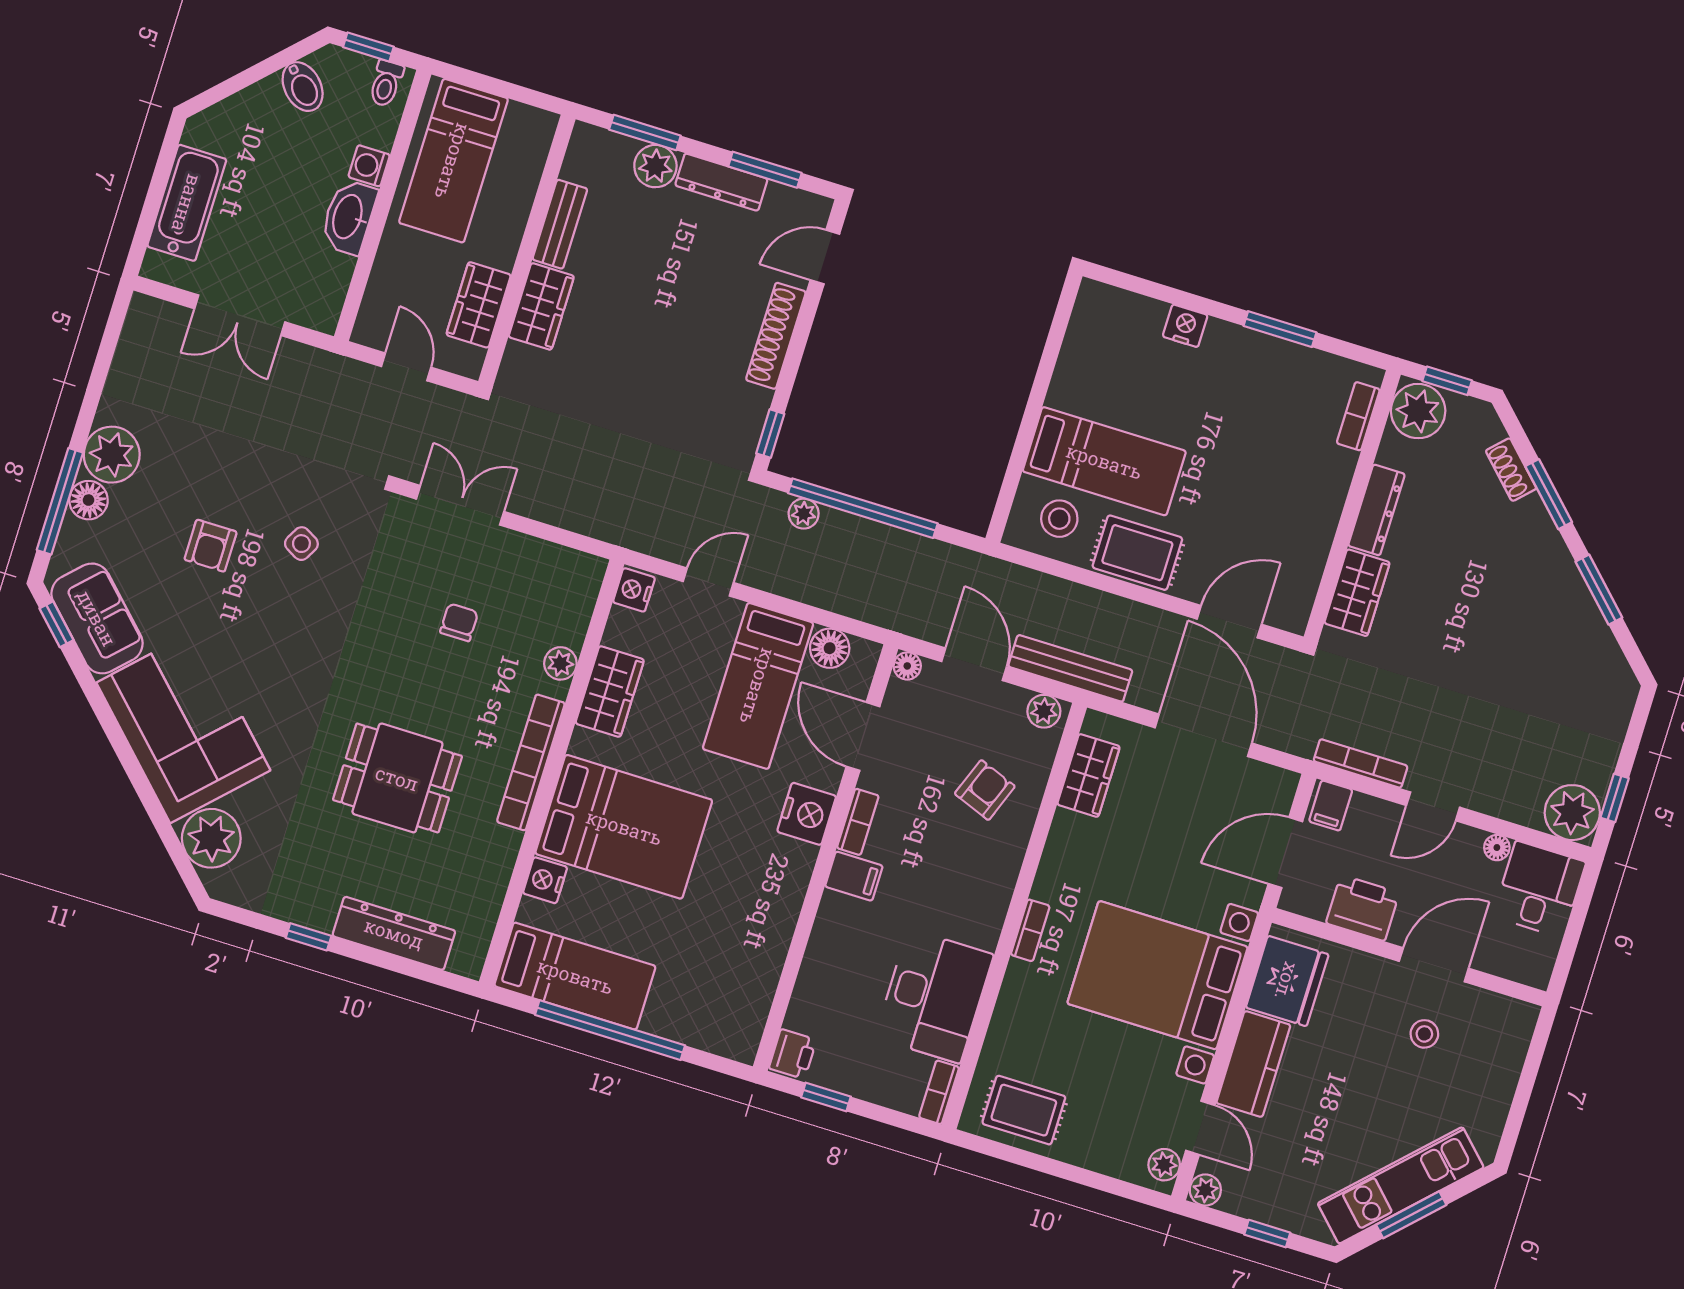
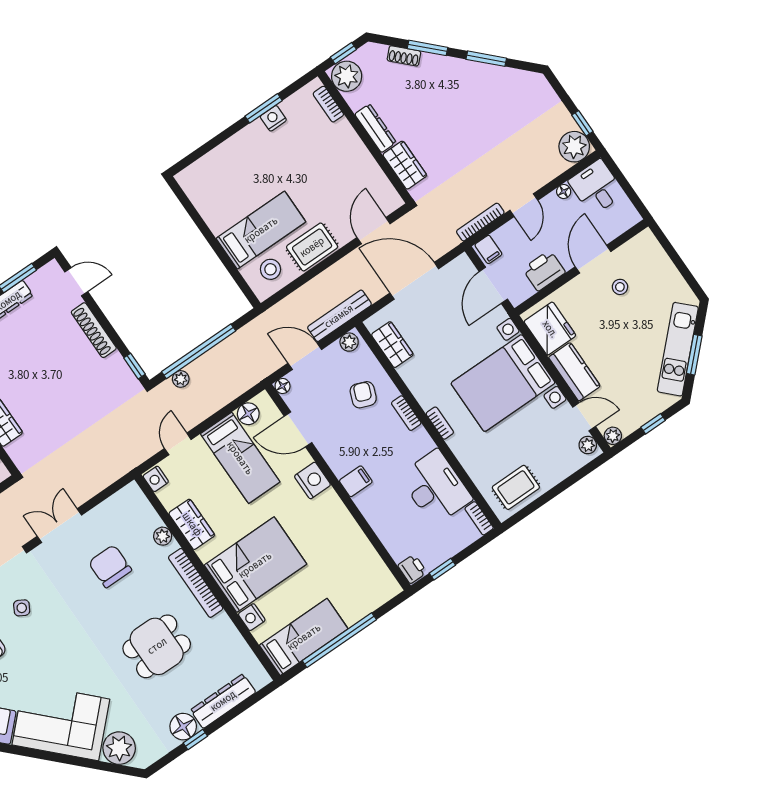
door: (825, 257) -> (76, 282), swing flipped
nightstand: (1185, 326) -> (273, 118), moved
chair: (459, 622) -> (110, 566), width x1.87, depth x1.87
bookcase: (858, 822) -> (406, 413), moved, turned 180
floor lamp: (313, 905) -> (183, 727), added

